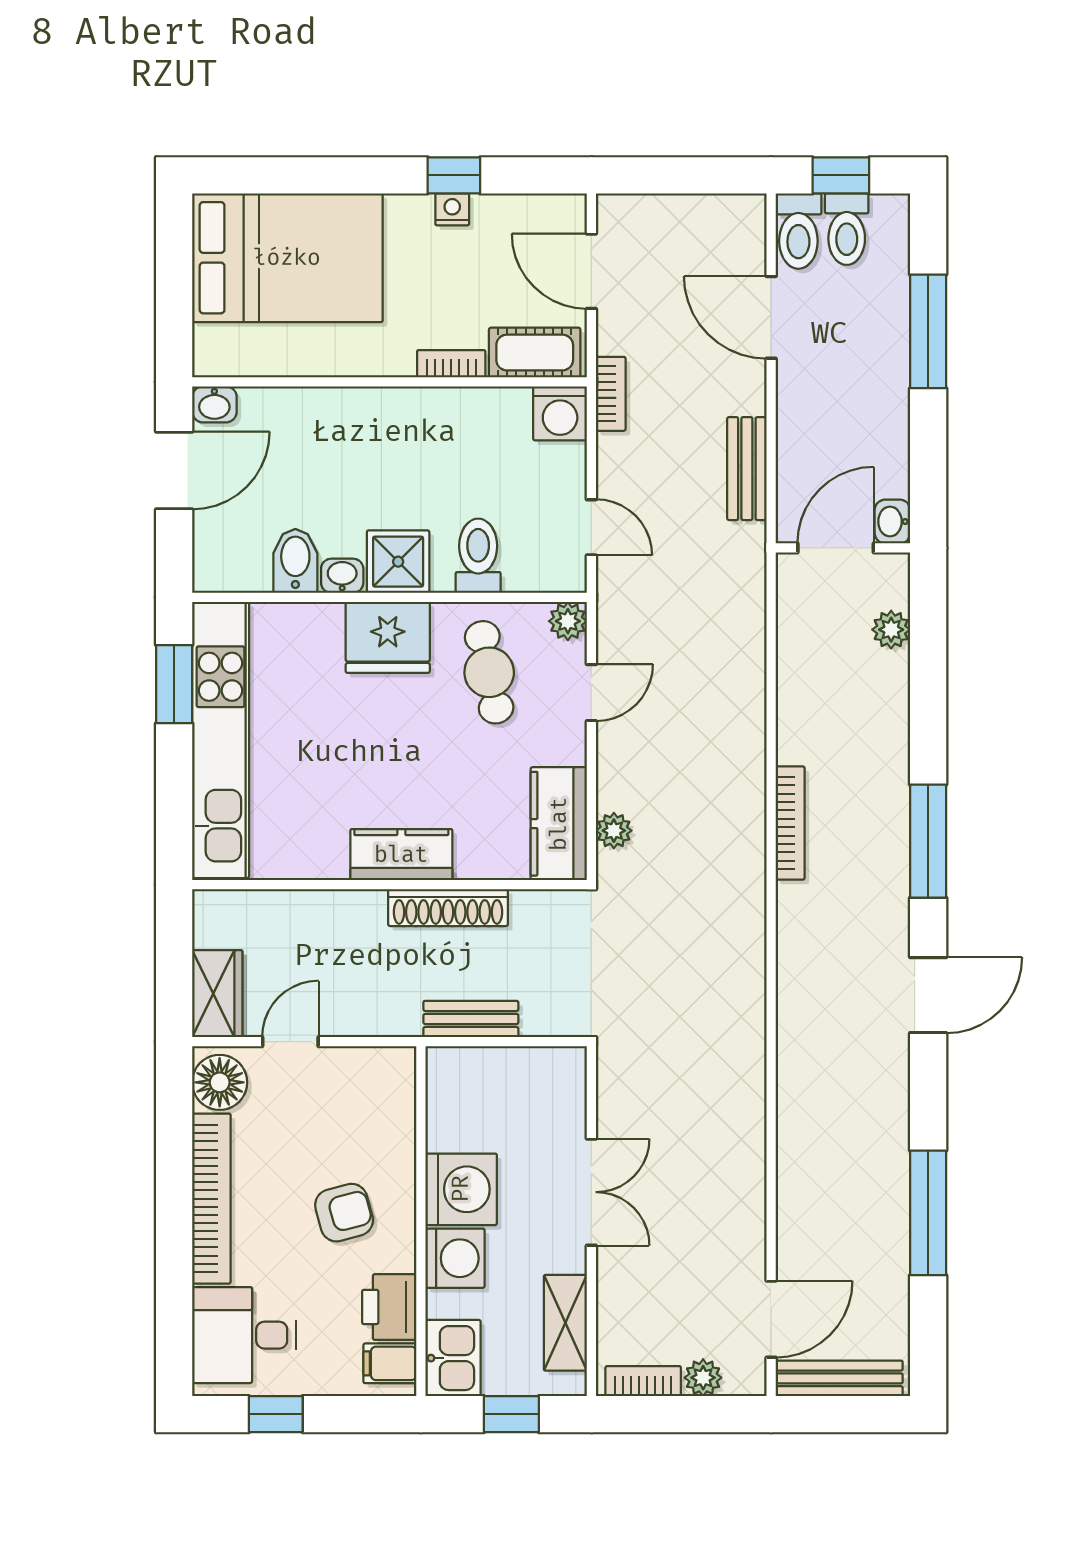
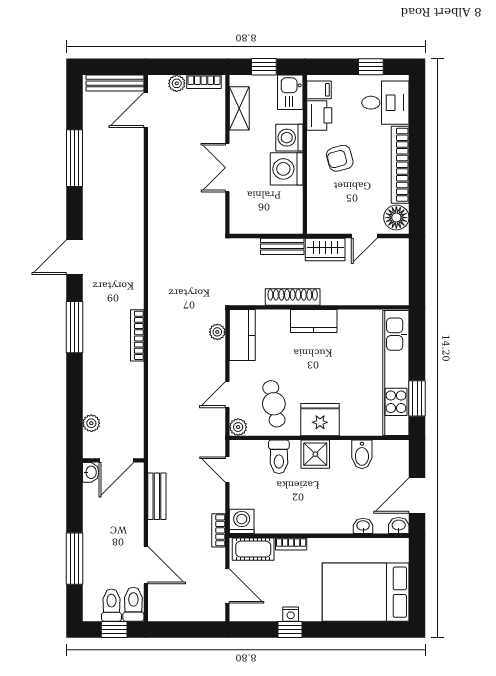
washbasin: (342, 576) -> (363, 526), moved, turned 180
wardrobe: (217, 994) -> (325, 250), moved, turned -90

